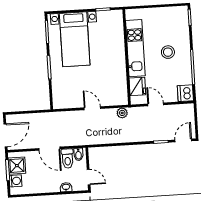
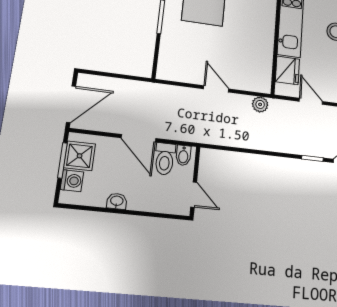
washbasin: (66, 187) -> (117, 201), moved

